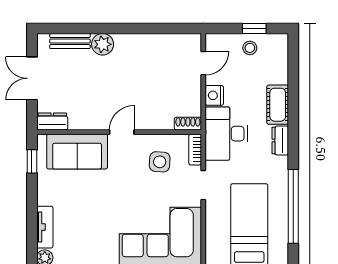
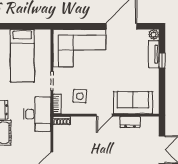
nightstand: (214, 95) -> (45, 139), removed
dresser: (52, 121) -> (130, 122), moved
window: (32, 161) -> (162, 61), moved

